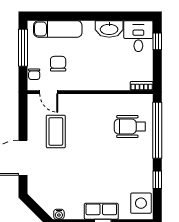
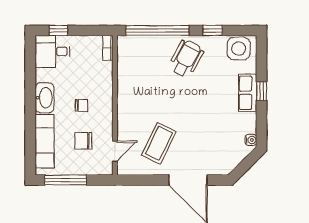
washbasin: (109, 29) -> (45, 98), moved
chair: (34, 74) -> (81, 105), moved
wheelchair: (130, 126) -> (186, 58), moved, turned -152
coffee table: (56, 131) -> (159, 143), turned -64

